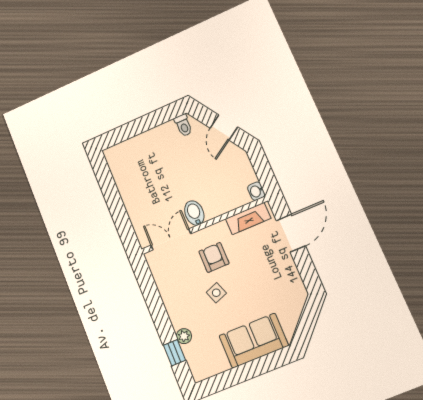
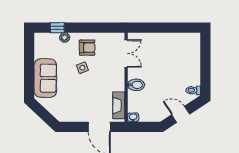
bidet: (194, 213) -> (136, 85), moved
armchair: (214, 257) -> (87, 48), moved

